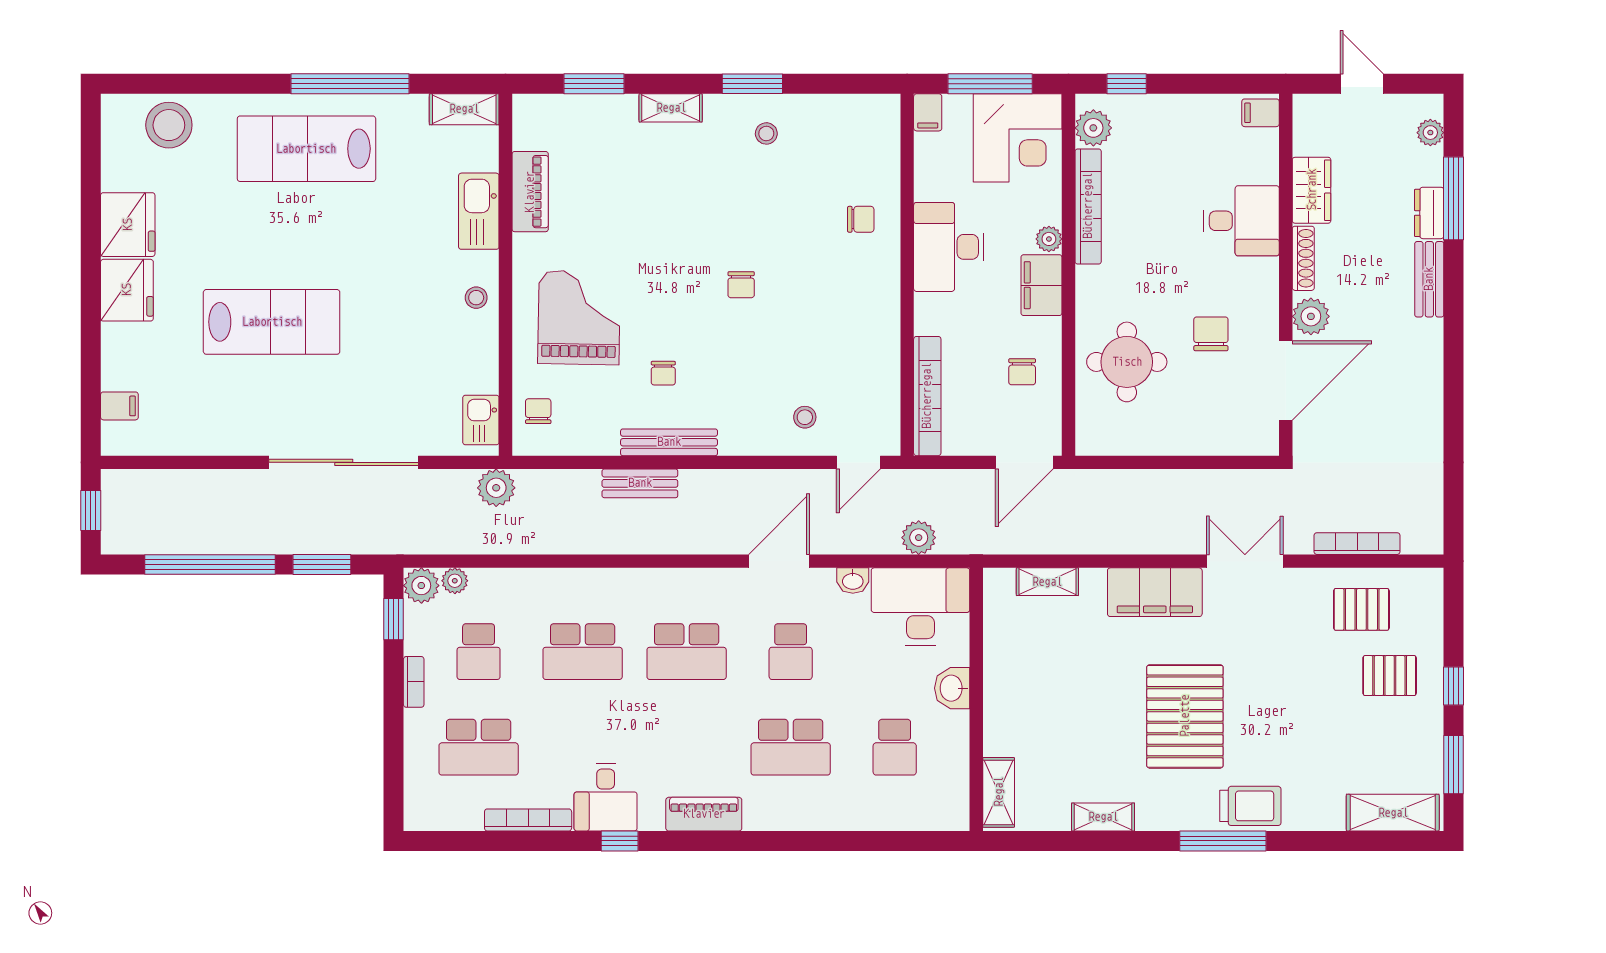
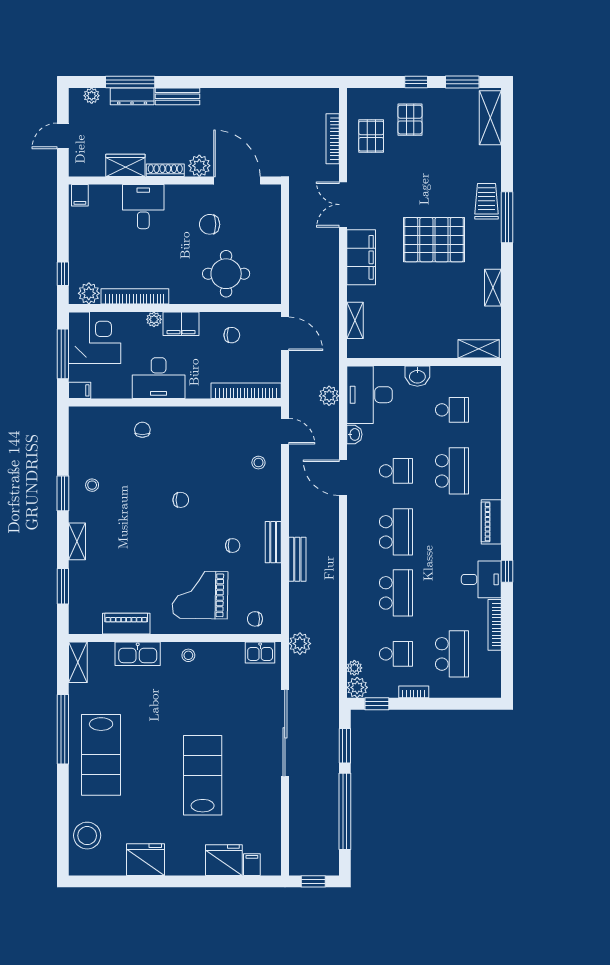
dresser: (1429, 213) -> (132, 96), width x1.44
fridge: (127, 290) -> (224, 860), moved
bench: (669, 442) -> (273, 542), width x0.73

